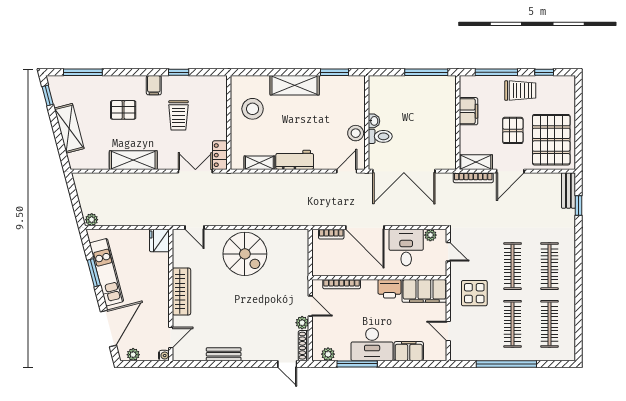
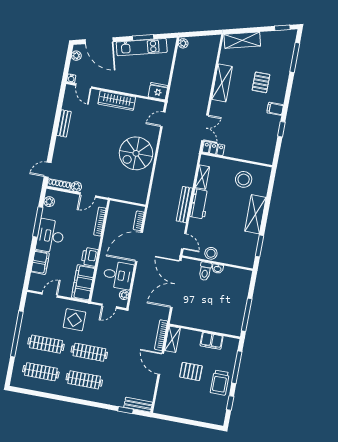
trolley: (178, 115) -> (249, 123), removed
shelving: (69, 128) -> (242, 40), moved
pallet: (551, 140) -> (179, 399), removed
bench: (299, 179) -> (184, 205), added

